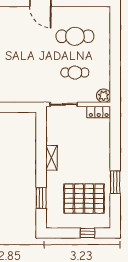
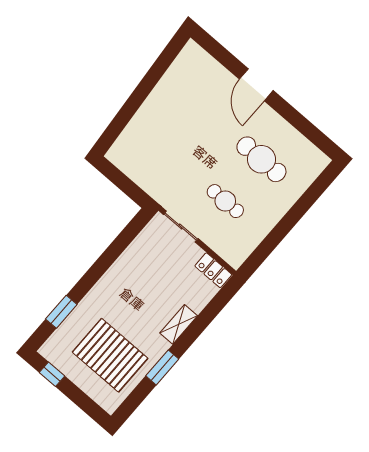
plant: (104, 96) -> (235, 256), removed
shelving: (51, 158) -> (179, 324), moved
window: (88, 233) -> (52, 374), moved

